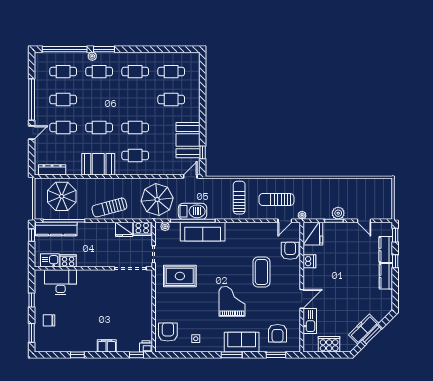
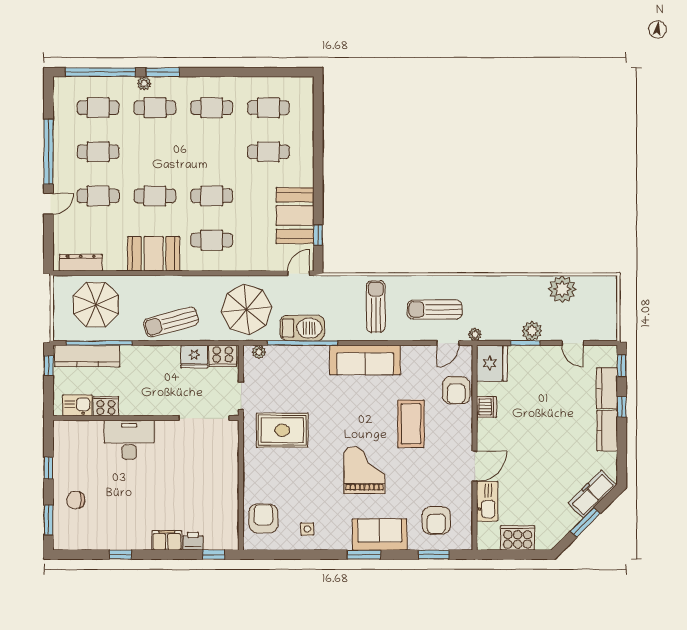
plant: (357, 187) -> (562, 289), added
sofa: (203, 232) -> (365, 360), moved
armchair: (290, 251) -> (456, 390), turned 180
desk: (61, 282) -> (129, 440), moved
freezer: (364, 329) -> (592, 494), moved
printer: (146, 346) -> (193, 541), moved

